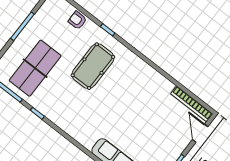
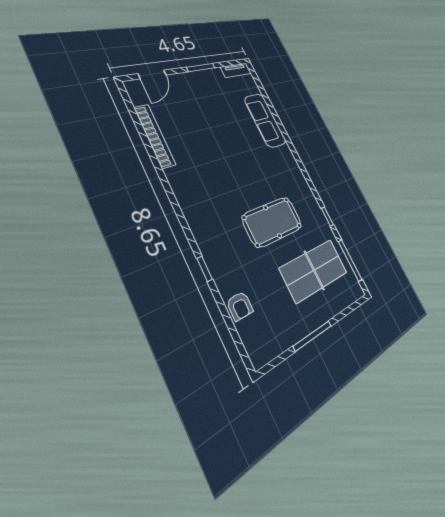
pool table: (93, 66) -> (273, 222), moved
bookcase: (192, 104) -> (155, 136), moved

